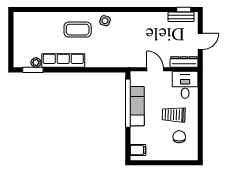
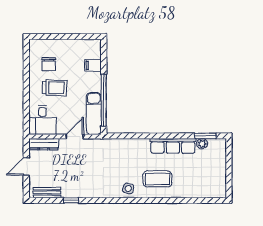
window: (184, 10) -> (71, 200), moved
door: (155, 69) -> (75, 137), swing flipped
exam couch: (137, 106) -> (94, 114), moved
filing cabinet: (138, 150) -> (93, 65), moved

